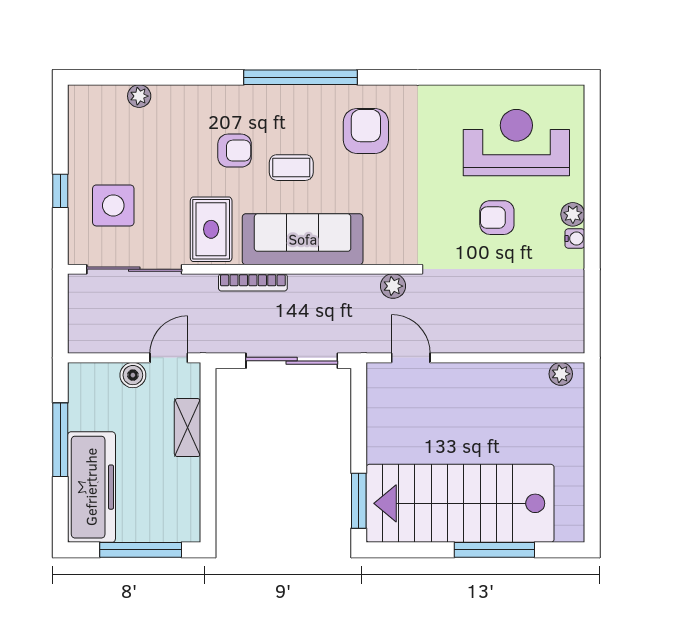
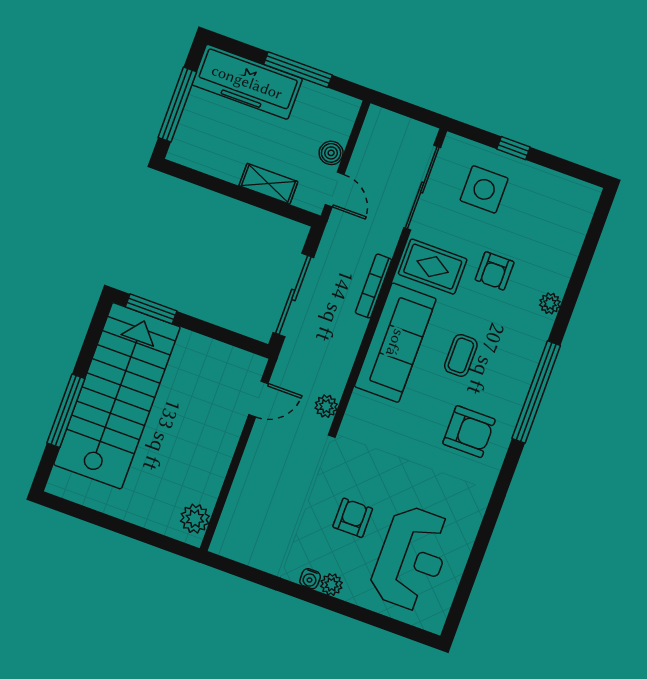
plant: (139, 96) -> (550, 303), moved
armchair: (235, 151) -> (495, 271), moved
plant: (561, 374) -> (195, 519), width x1.38, depth x1.38

